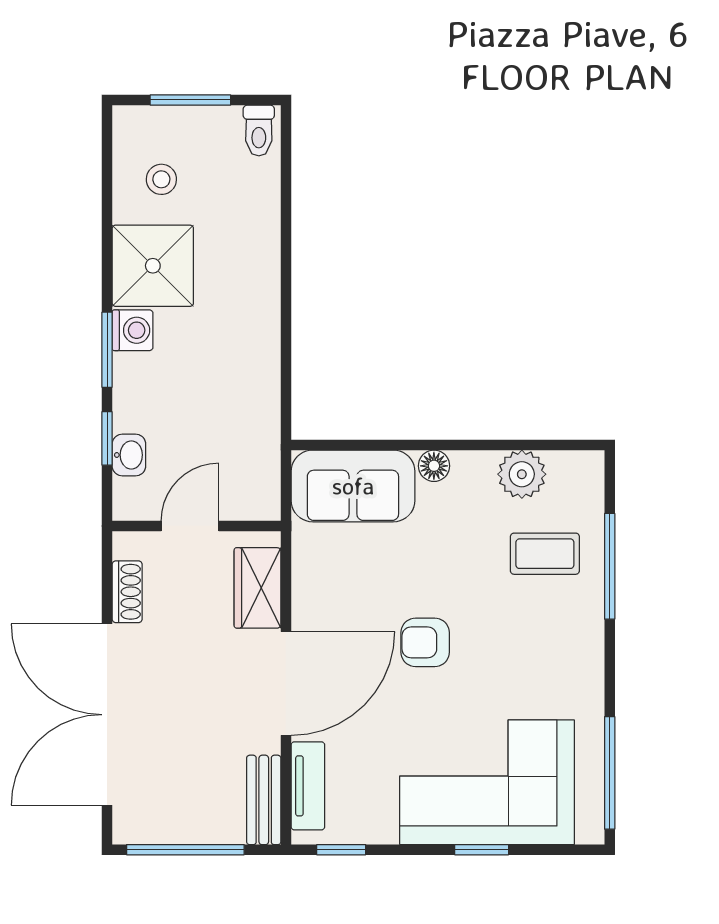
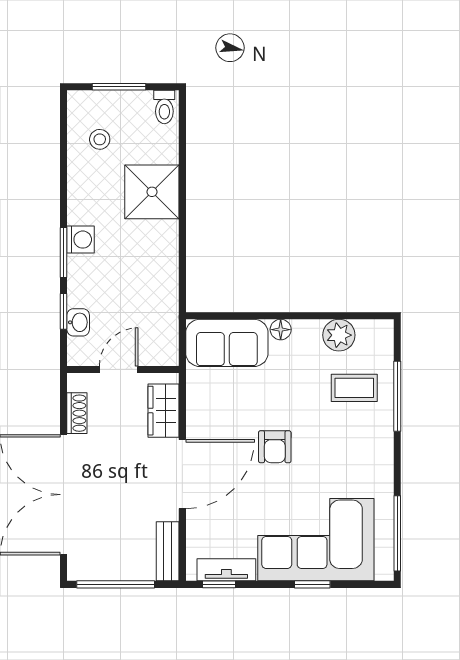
shower: (153, 266) -> (152, 192), moved
armchair: (425, 642) -> (275, 447), turned -90
tv unit: (308, 786) -> (226, 570), moved, turned -90

